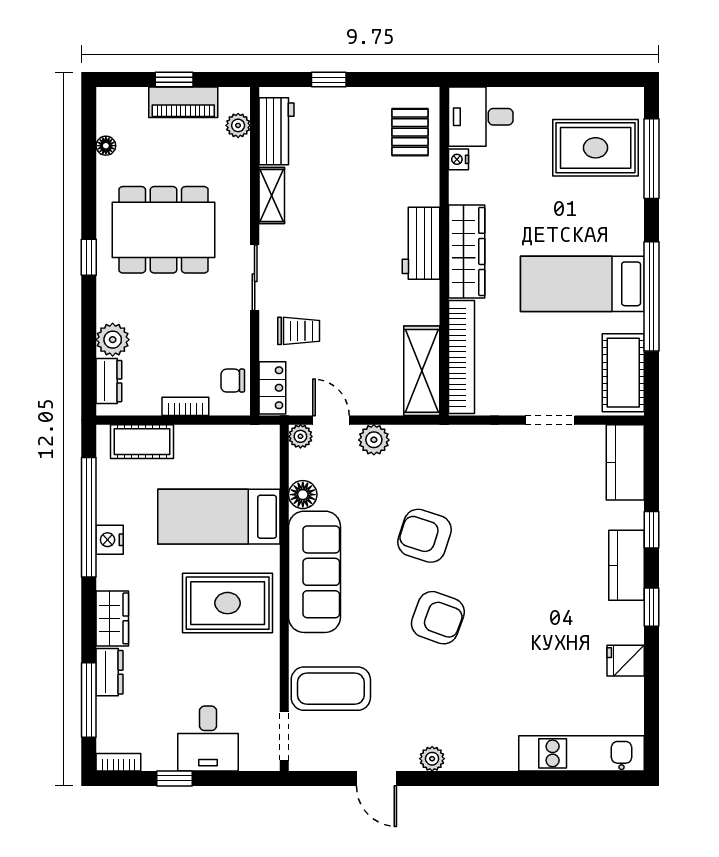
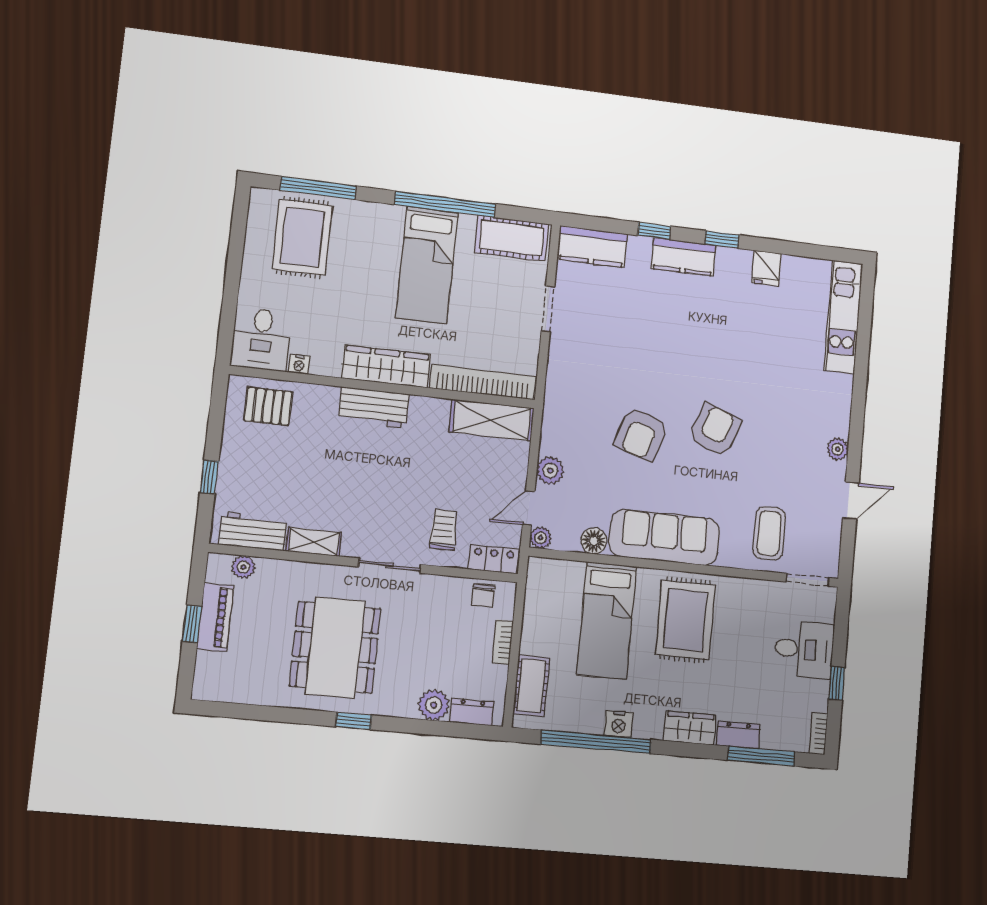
floor lamp: (106, 146) -> (248, 695), removed
coffee table: (331, 689) -> (769, 533), width x0.73, depth x0.76

